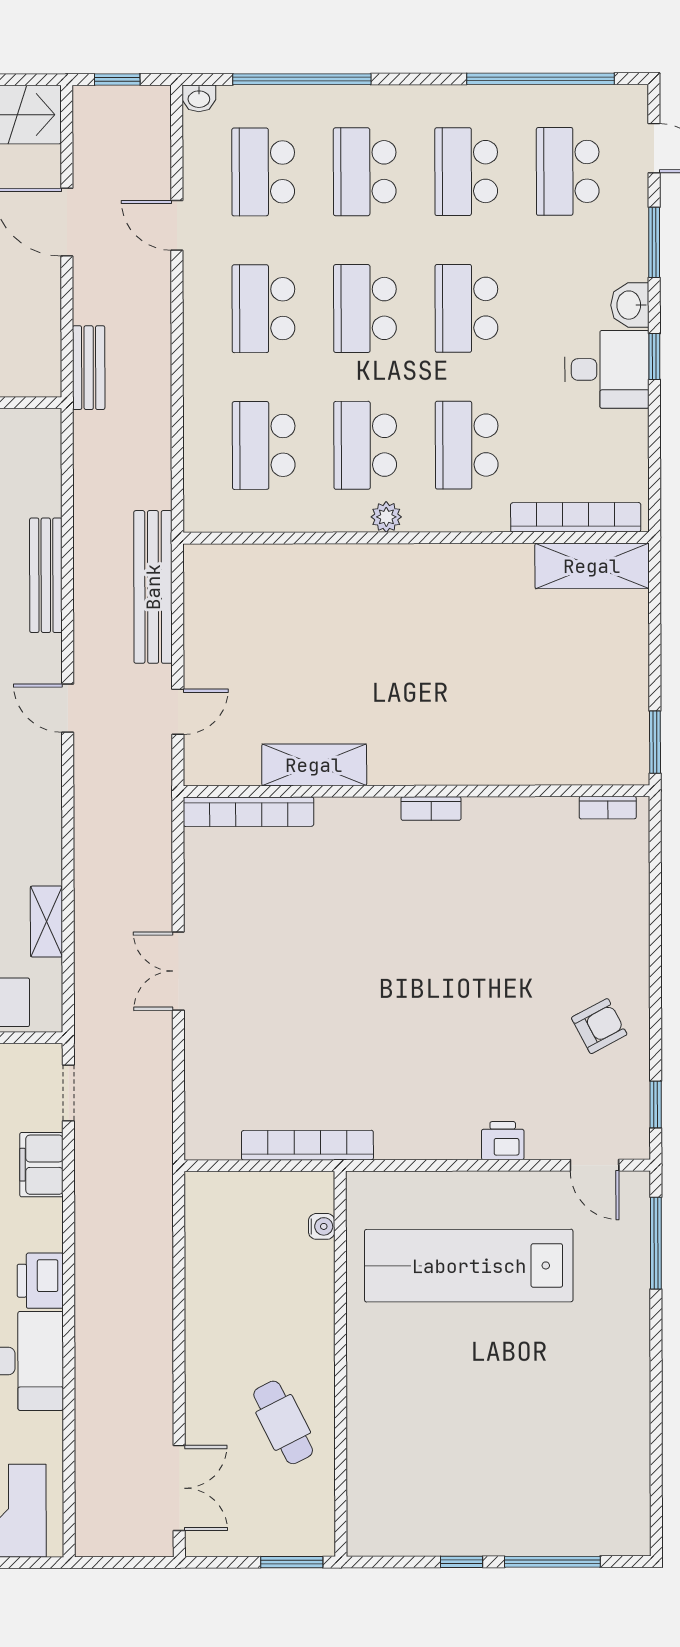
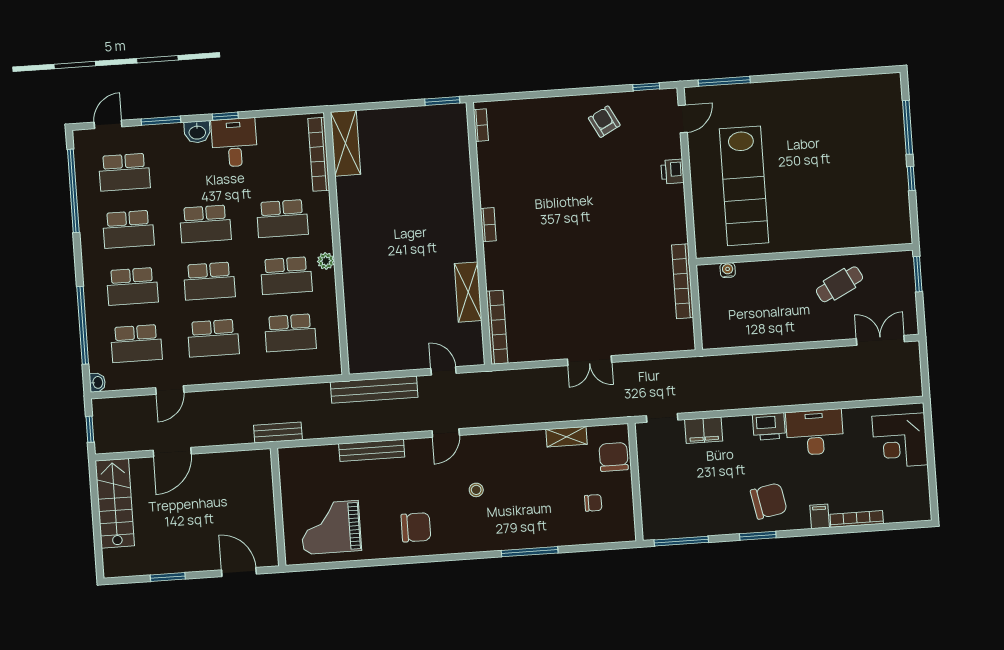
bench: (89, 368) -> (278, 433), moved

